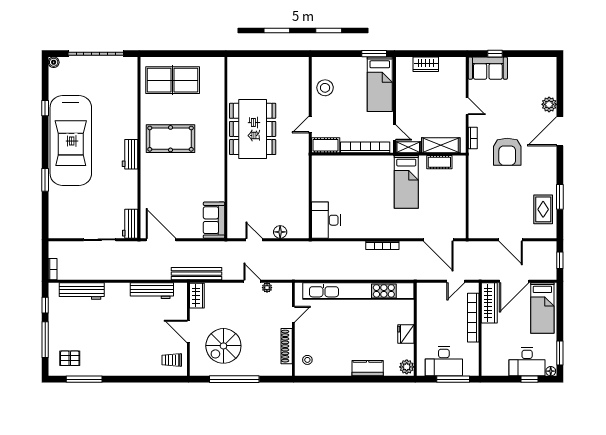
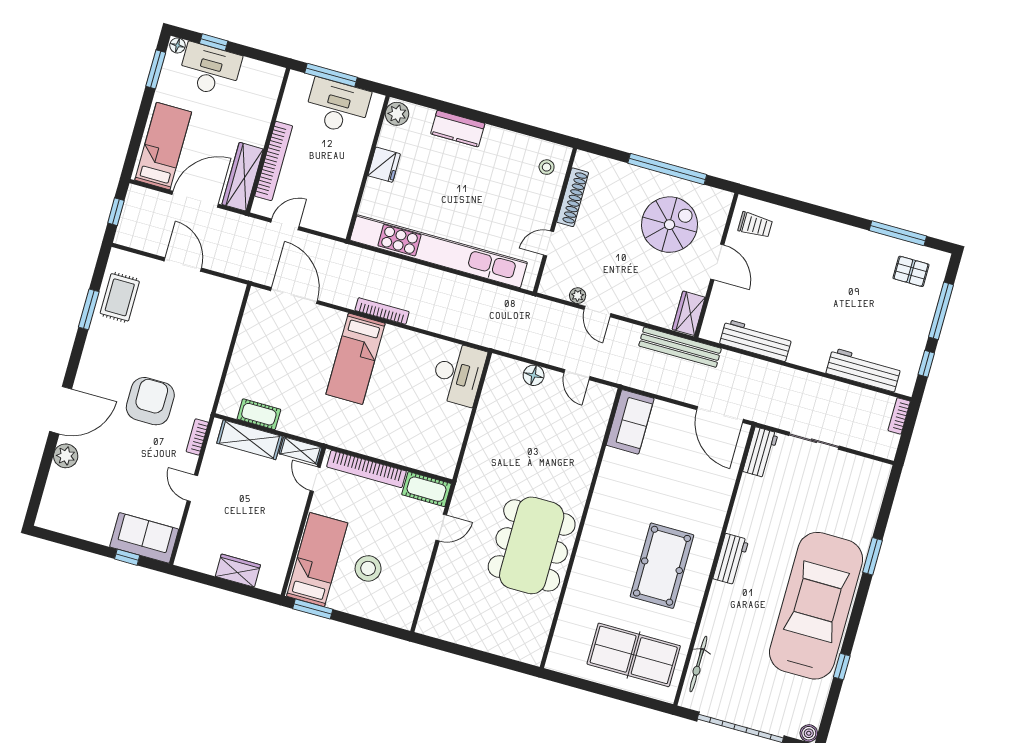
bicycle: (132, 85) -> (698, 664), added
stool: (325, 88) -> (368, 568), moved
pool table: (171, 139) -> (662, 566), turned 90
bed: (406, 182) -> (355, 359), moved, turned 180

